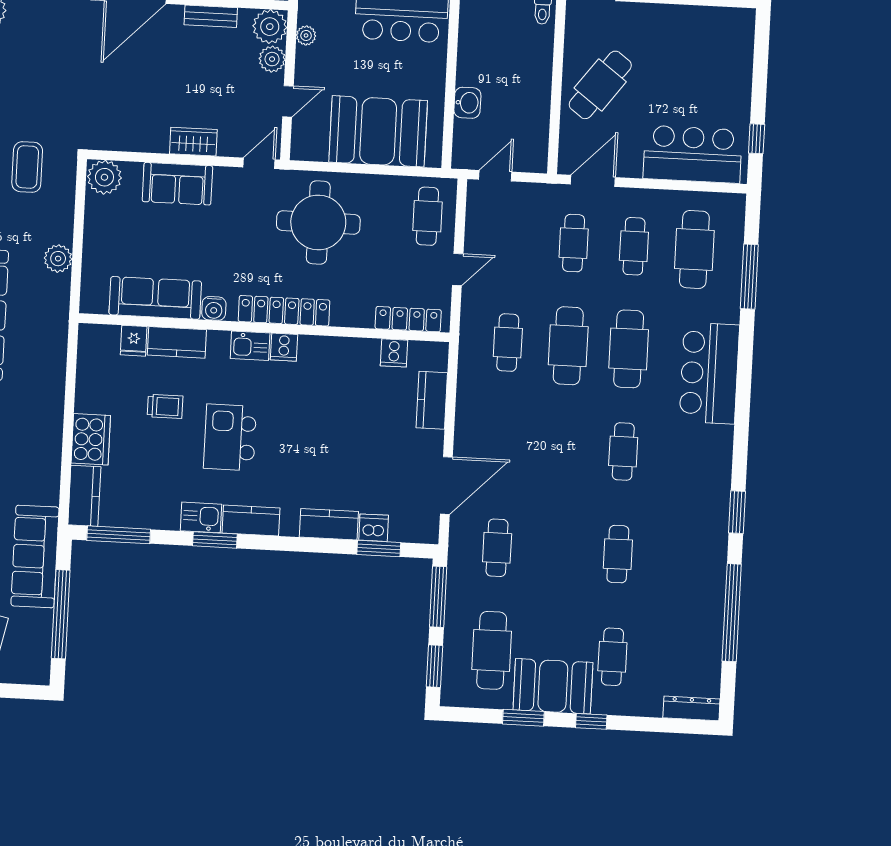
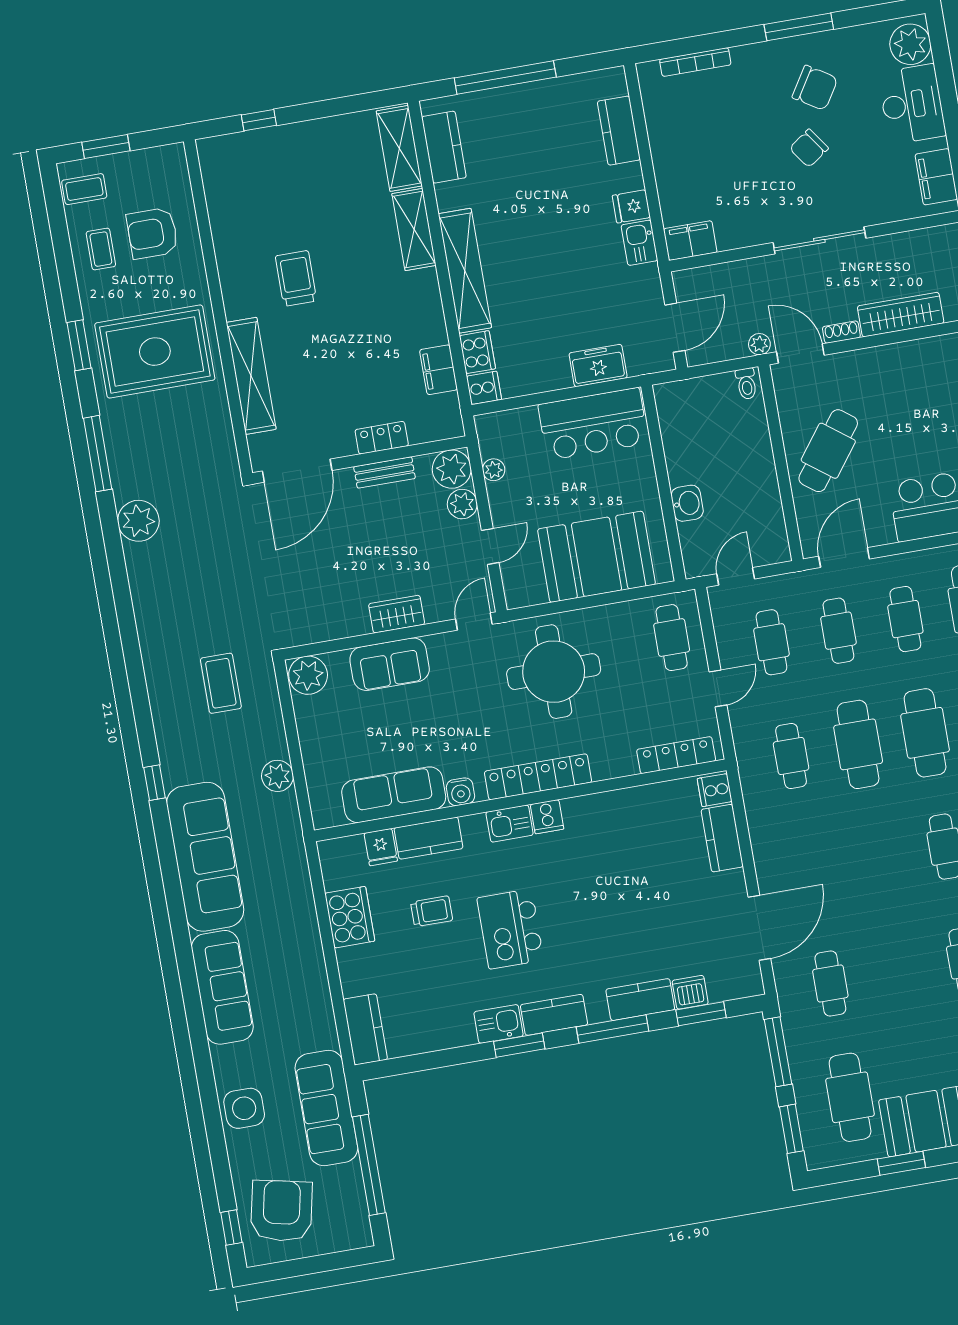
cafe table: (513, 240) -> (771, 642), added
cooker: (394, 353) -> (715, 790), moved, turned 90
cooker: (91, 439) -> (350, 917), moved
window: (119, 535) -> (613, 1029), moved

